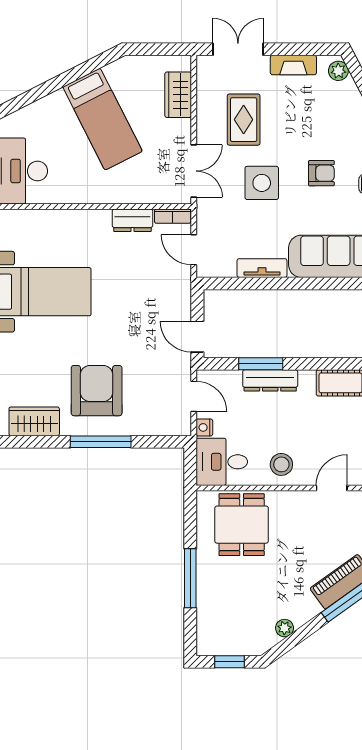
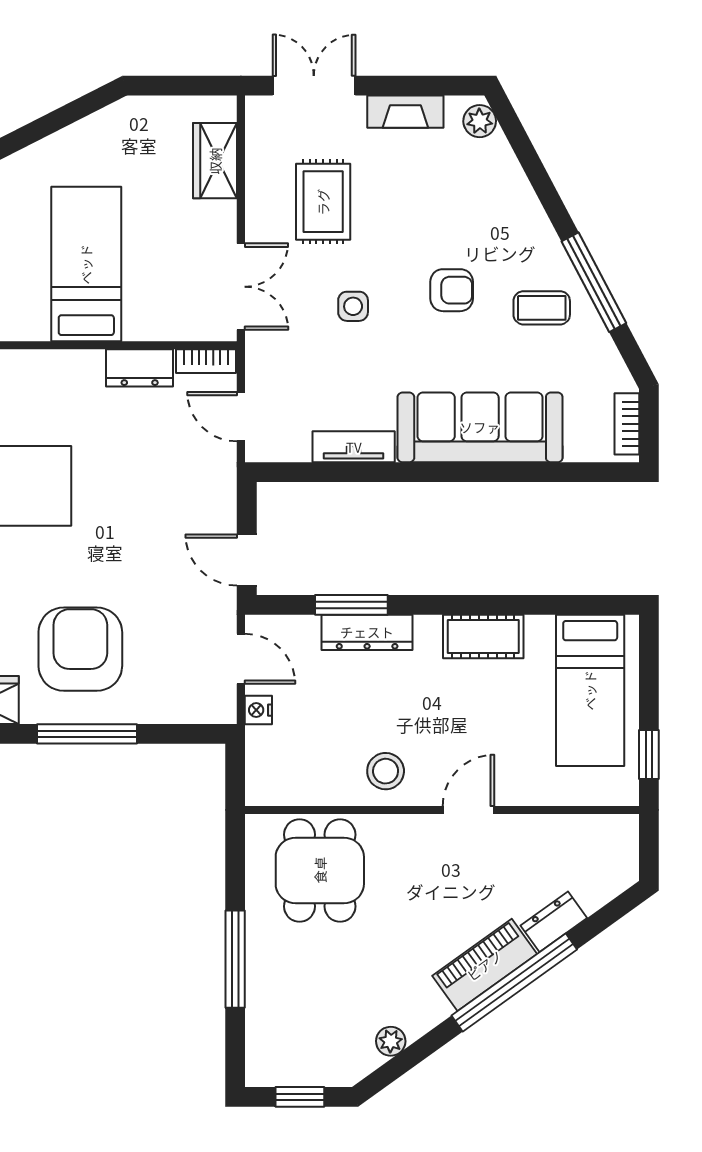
bed: (103, 119) -> (86, 264), moved, turned -153
side table: (262, 183) -> (353, 306), width x0.54, depth x0.54
desk: (222, 462) -> (287, 767), removed

